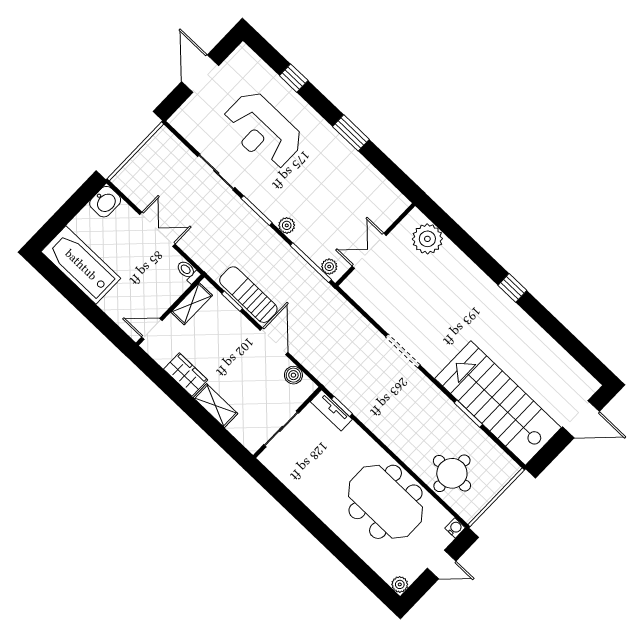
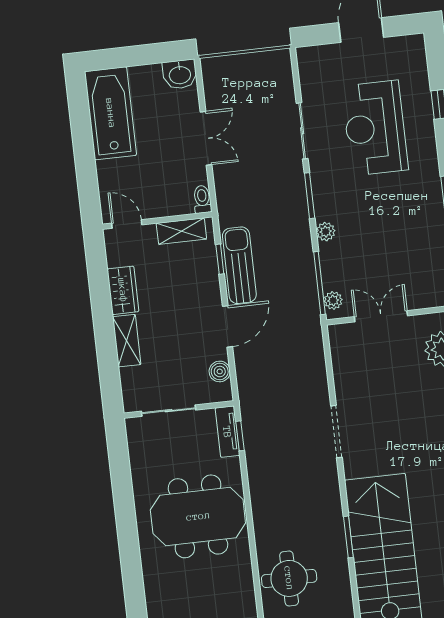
meeting table: (386, 502) -> (198, 516), moved, turned 90

